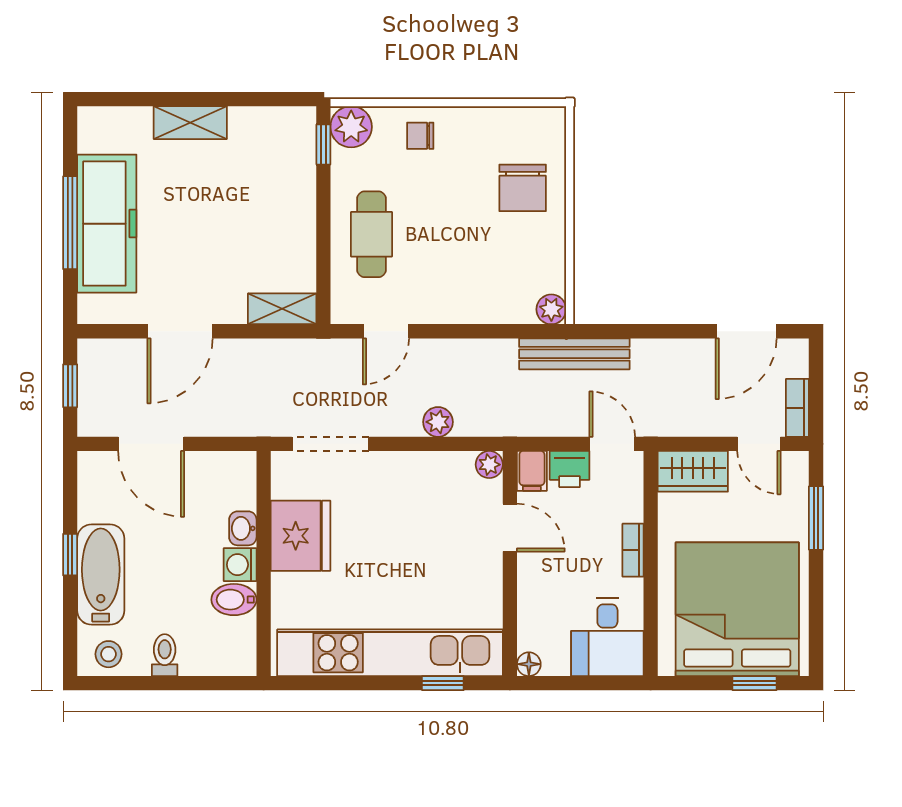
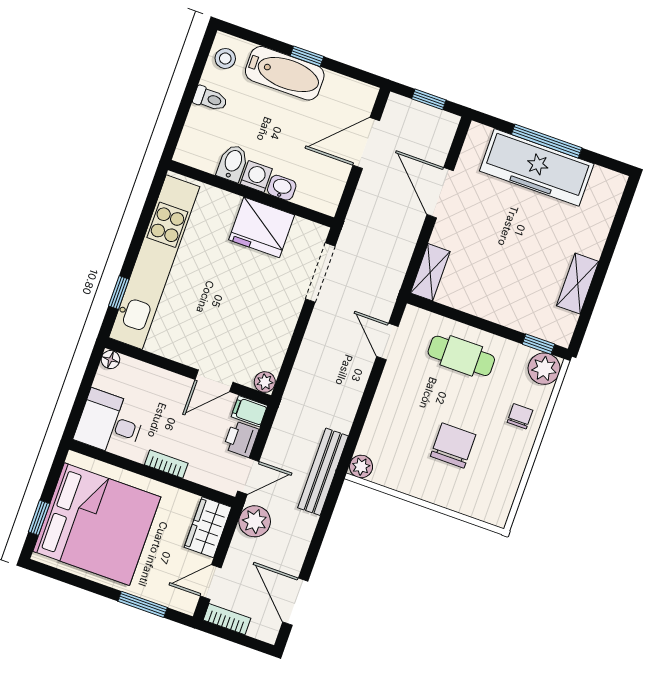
shelving: (190, 123) -> (578, 284), moved
chair: (523, 188) -> (453, 446), moved, turned 90
plant: (438, 422) -> (255, 521), moved, width x1.38, depth x1.38

